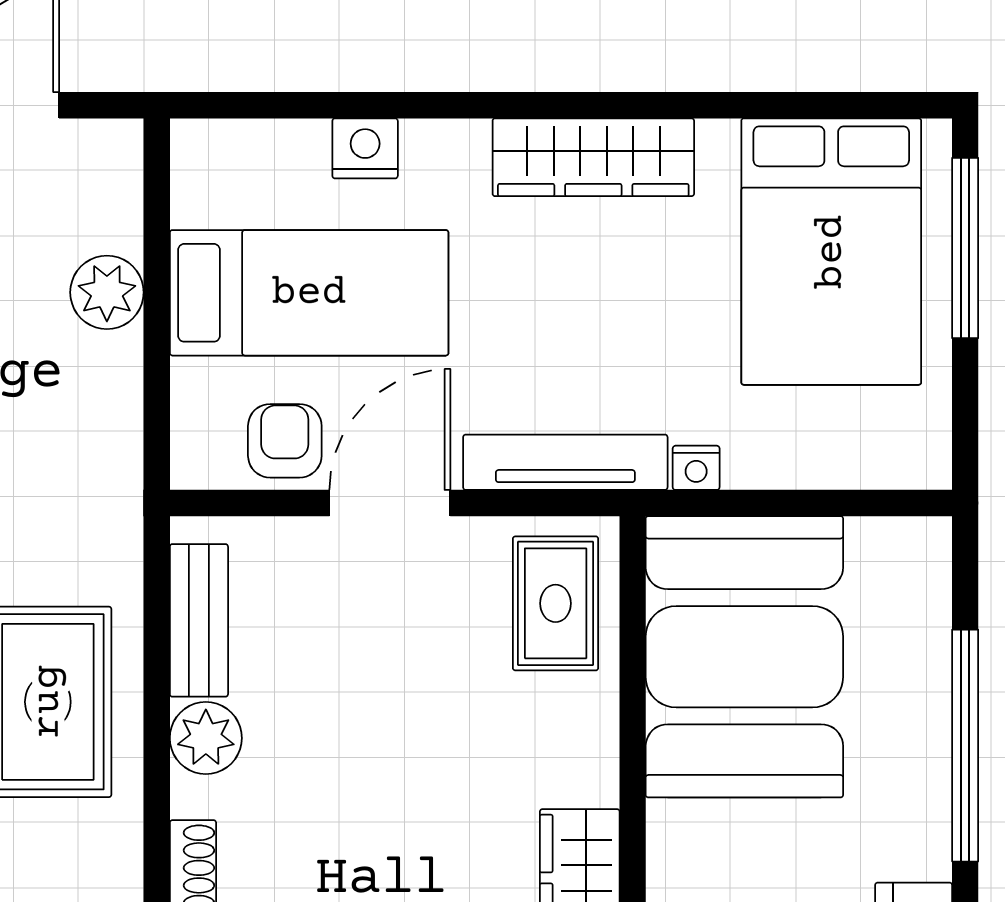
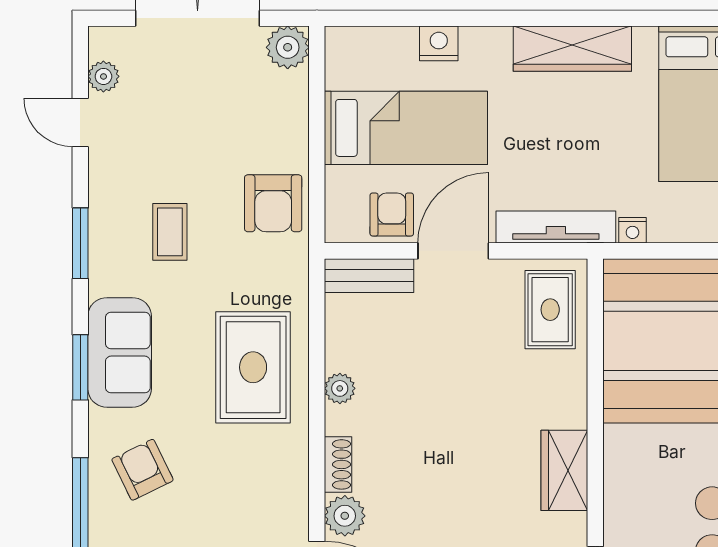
plant: (107, 292) -> (288, 47), moved
armchair: (82, 422) -> (273, 203), added
bench: (199, 620) -> (369, 276), moved, turned 90
plant: (206, 738) -> (340, 388), width x0.73, depth x0.73

